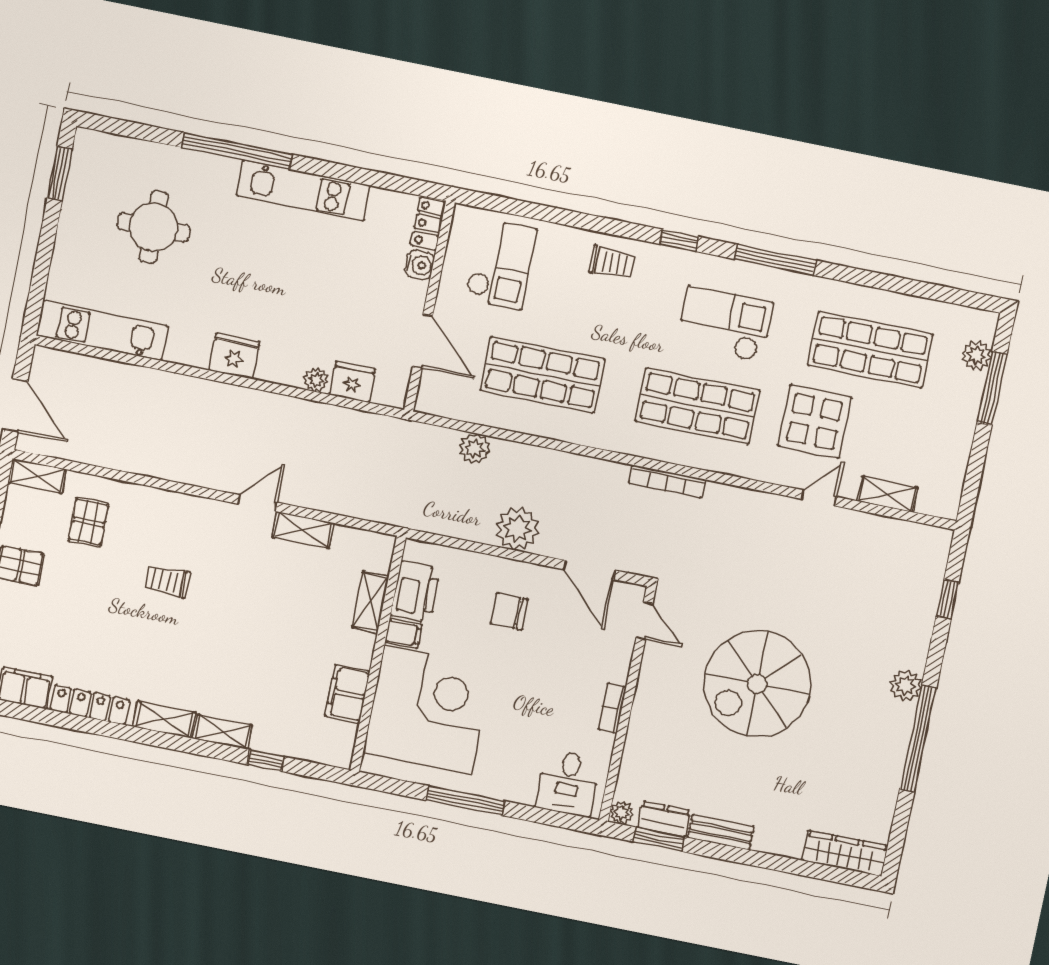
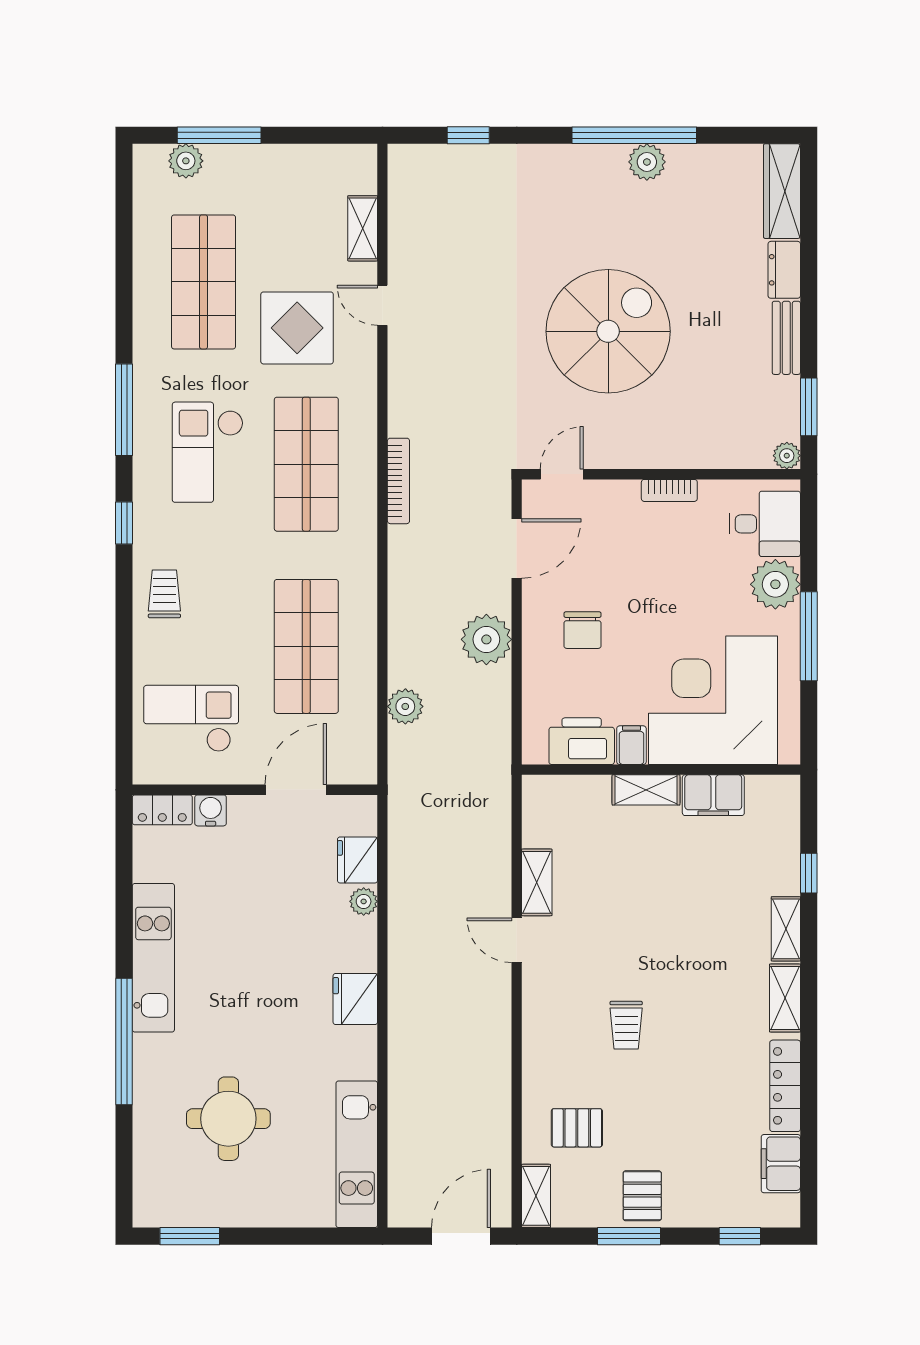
shelving: (370, 602) -> (646, 790), moved
spiral stairs: (757, 684) -> (608, 331), turned -90
plant: (906, 685) -> (647, 162), moved
plant: (515, 781) -> (775, 584), added
dresser: (664, 819) -> (784, 270), moved

